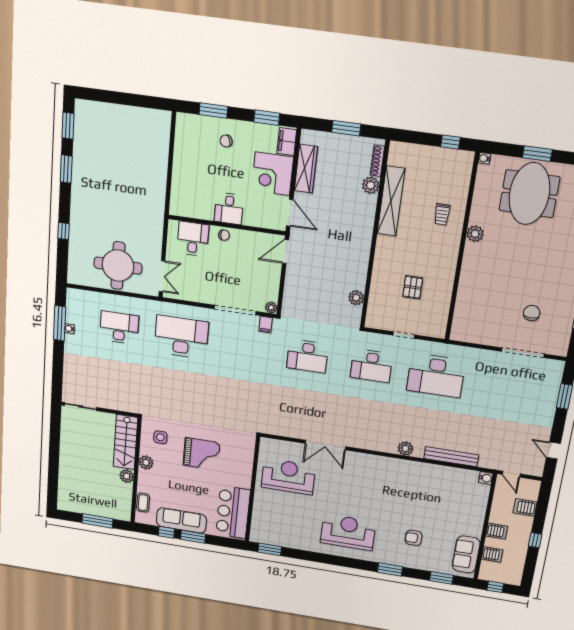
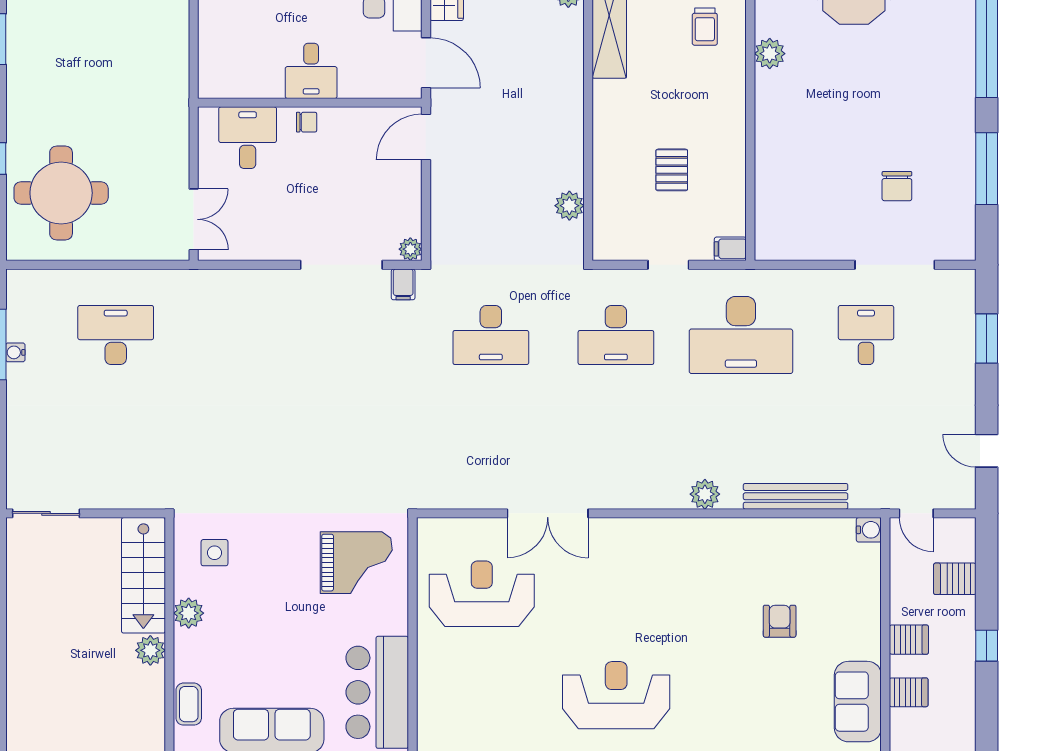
round table: (118, 266) -> (61, 193), moved
chair: (532, 313) -> (897, 186), turned 180
filing cabinet: (437, 332) -> (730, 249), added
desk: (181, 337) -> (866, 335), moved, width x0.53, depth x0.77
grand piano: (202, 454) -> (356, 563), moved
armchair: (413, 538) -> (780, 621), moved, turned 90

